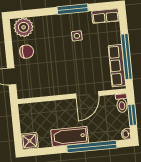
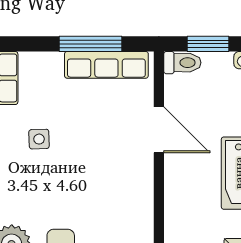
window: (127, 57) -> (91, 44), width x0.68

